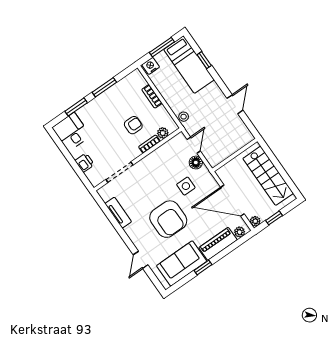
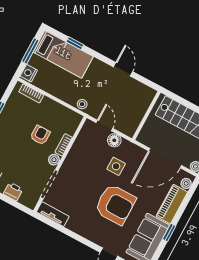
bookcase: (152, 96) -> (31, 93), moved
plant: (163, 133) -> (54, 160), moved
tv unit: (118, 213) -> (53, 214), moved

